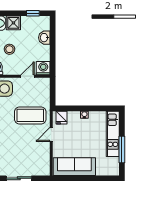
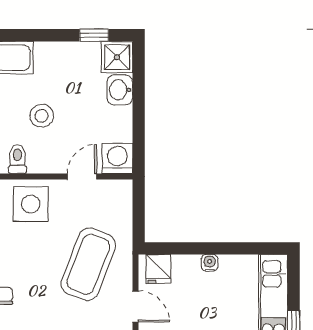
shower: (13, 23) -> (117, 57), moved
coffee table: (30, 115) -> (88, 264), turned -69
door: (51, 134) -> (135, 307), swing flipped

